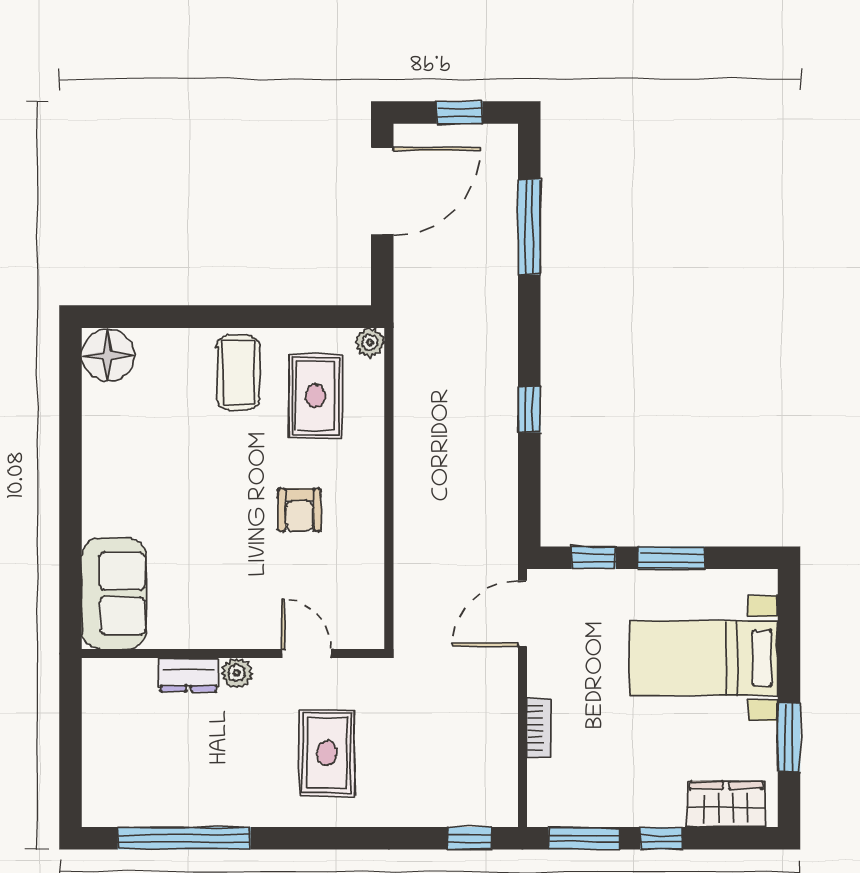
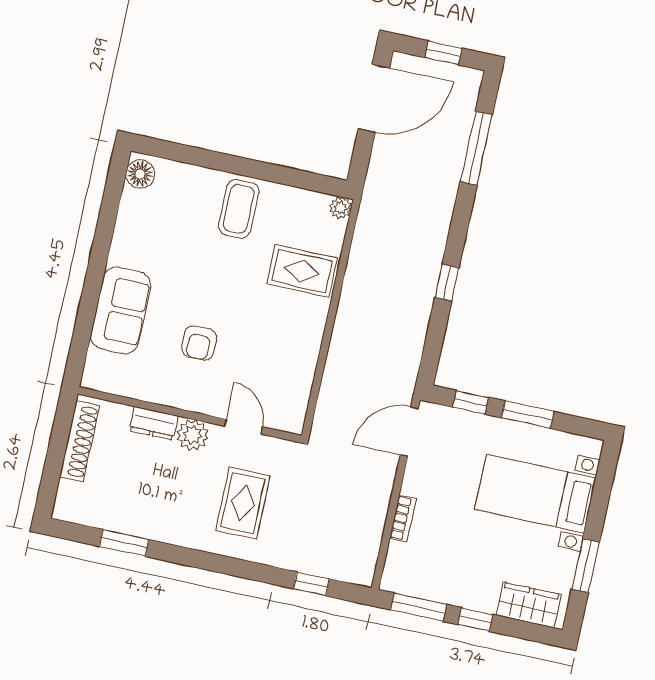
floor lamp: (108, 355) -> (140, 174), width x0.73, depth x0.73
rug: (315, 396) -> (302, 271), moved, turned 90
armchair: (299, 510) -> (199, 343), moved
sofa: (114, 593) -> (121, 310), moved
plant: (237, 673) -> (193, 435), width x1.38, depth x1.38
shoe rack: (98, 719) -> (80, 441), added
window: (184, 838) -> (124, 543), width x0.47
window: (470, 838) -> (311, 584), moved

